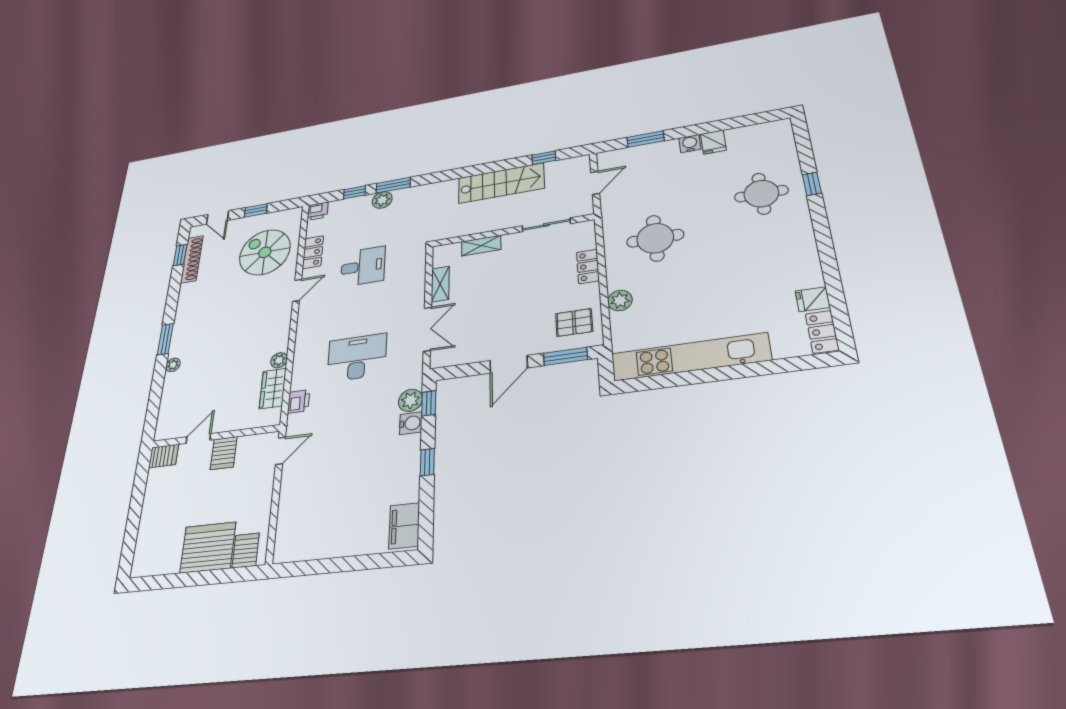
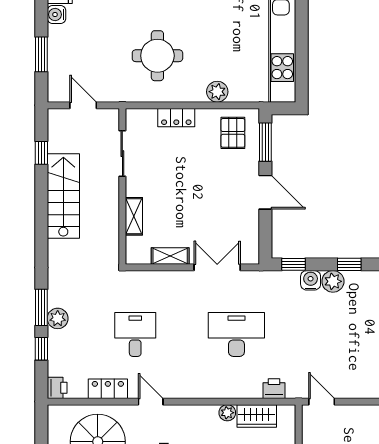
desk: (357, 357) -> (236, 334), turned 90
plant: (410, 400) -> (333, 281), moved

